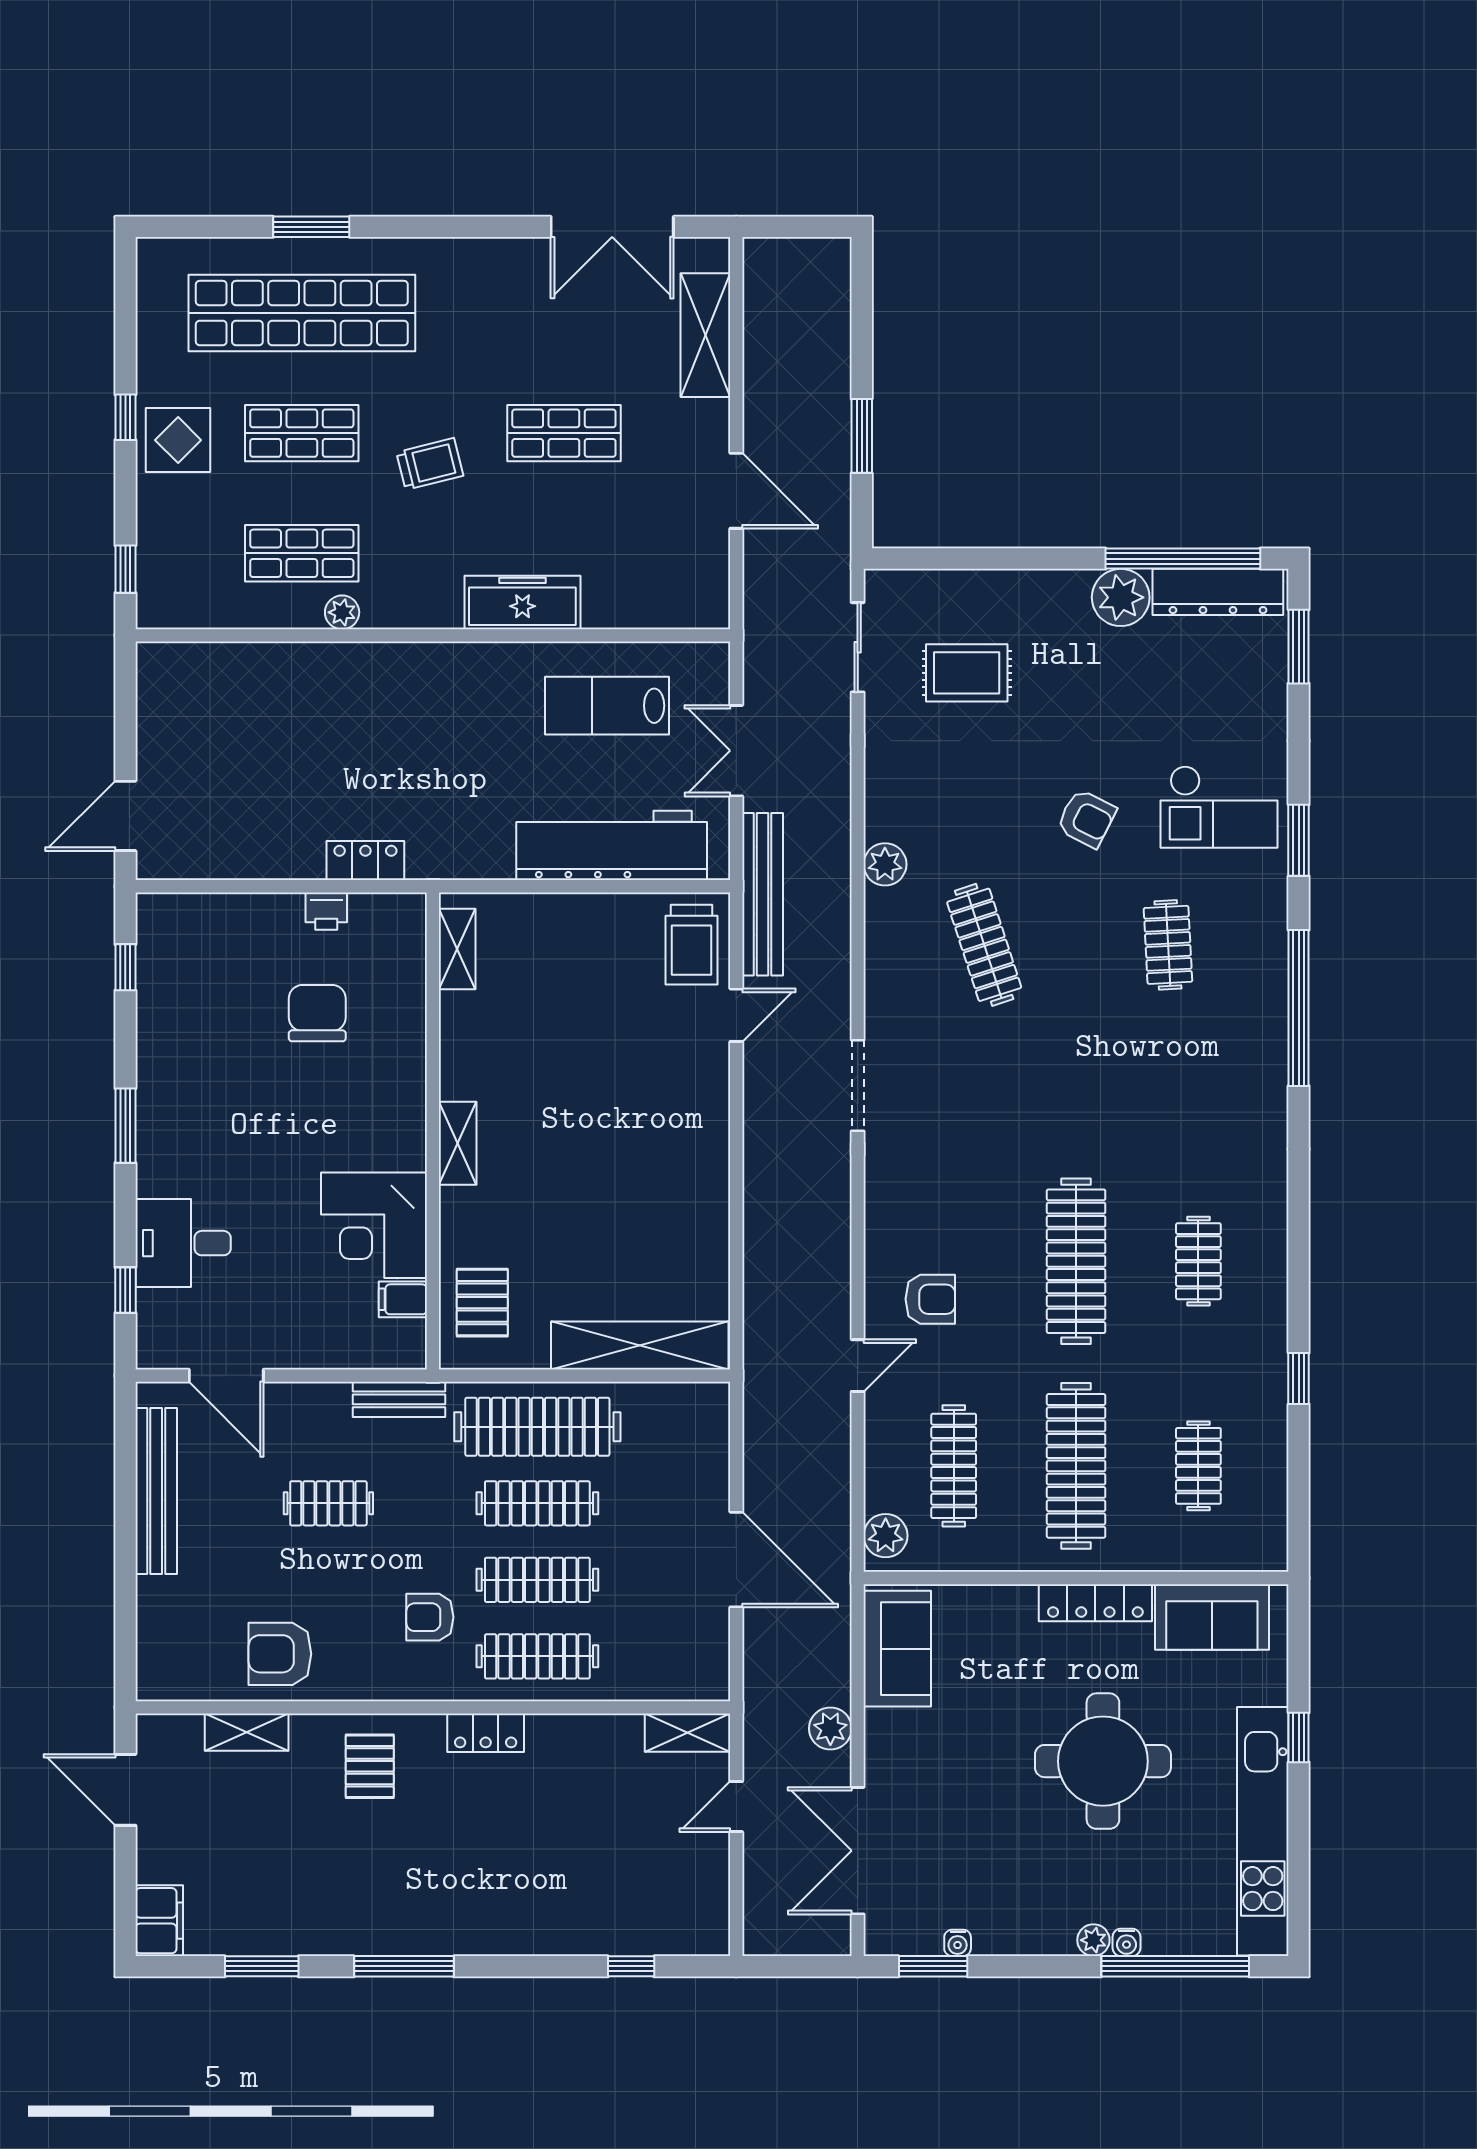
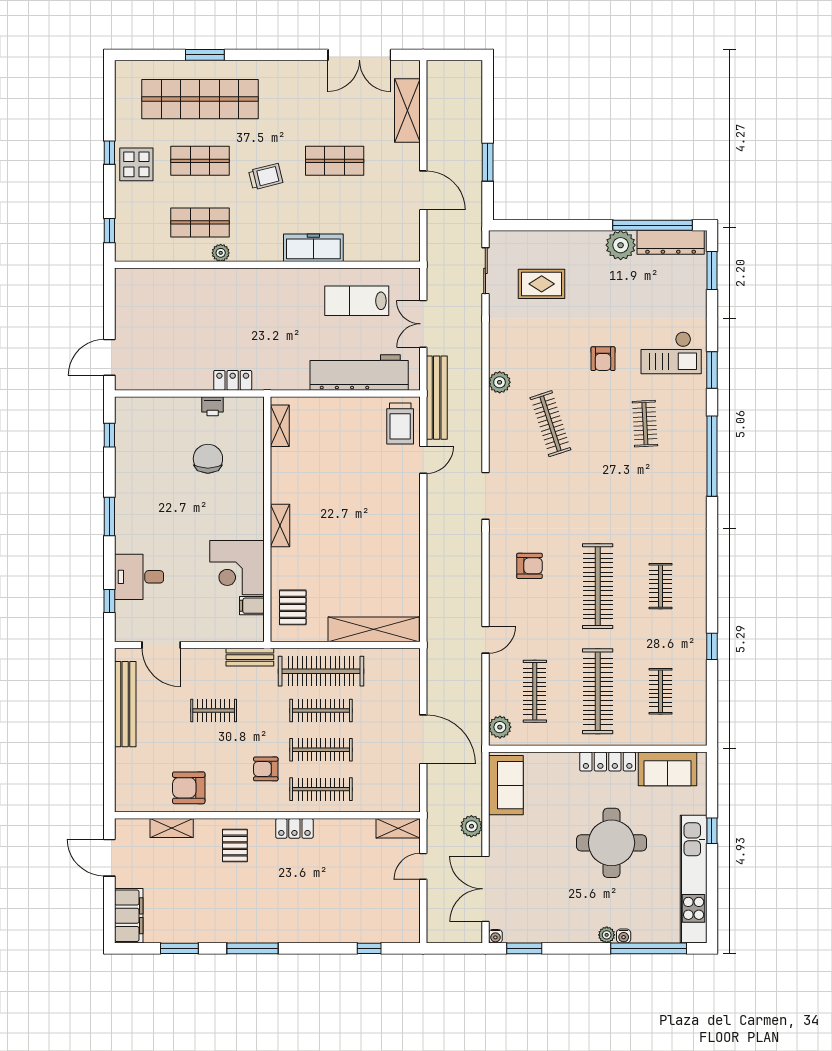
armchair: (1086, 818) -> (603, 359), turned 63
armchair: (930, 1299) -> (530, 566), moved
filing cabinet: (159, 1921) -> (129, 916), width x1.50, depth x1.17
water cooler: (958, 1943) -> (495, 936), moved

